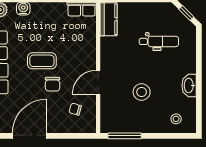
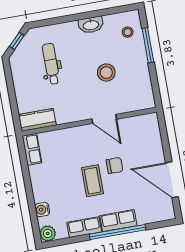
chair: (75, 109) -> (136, 138), removed
window: (125, 136) -> (148, 45), moved

